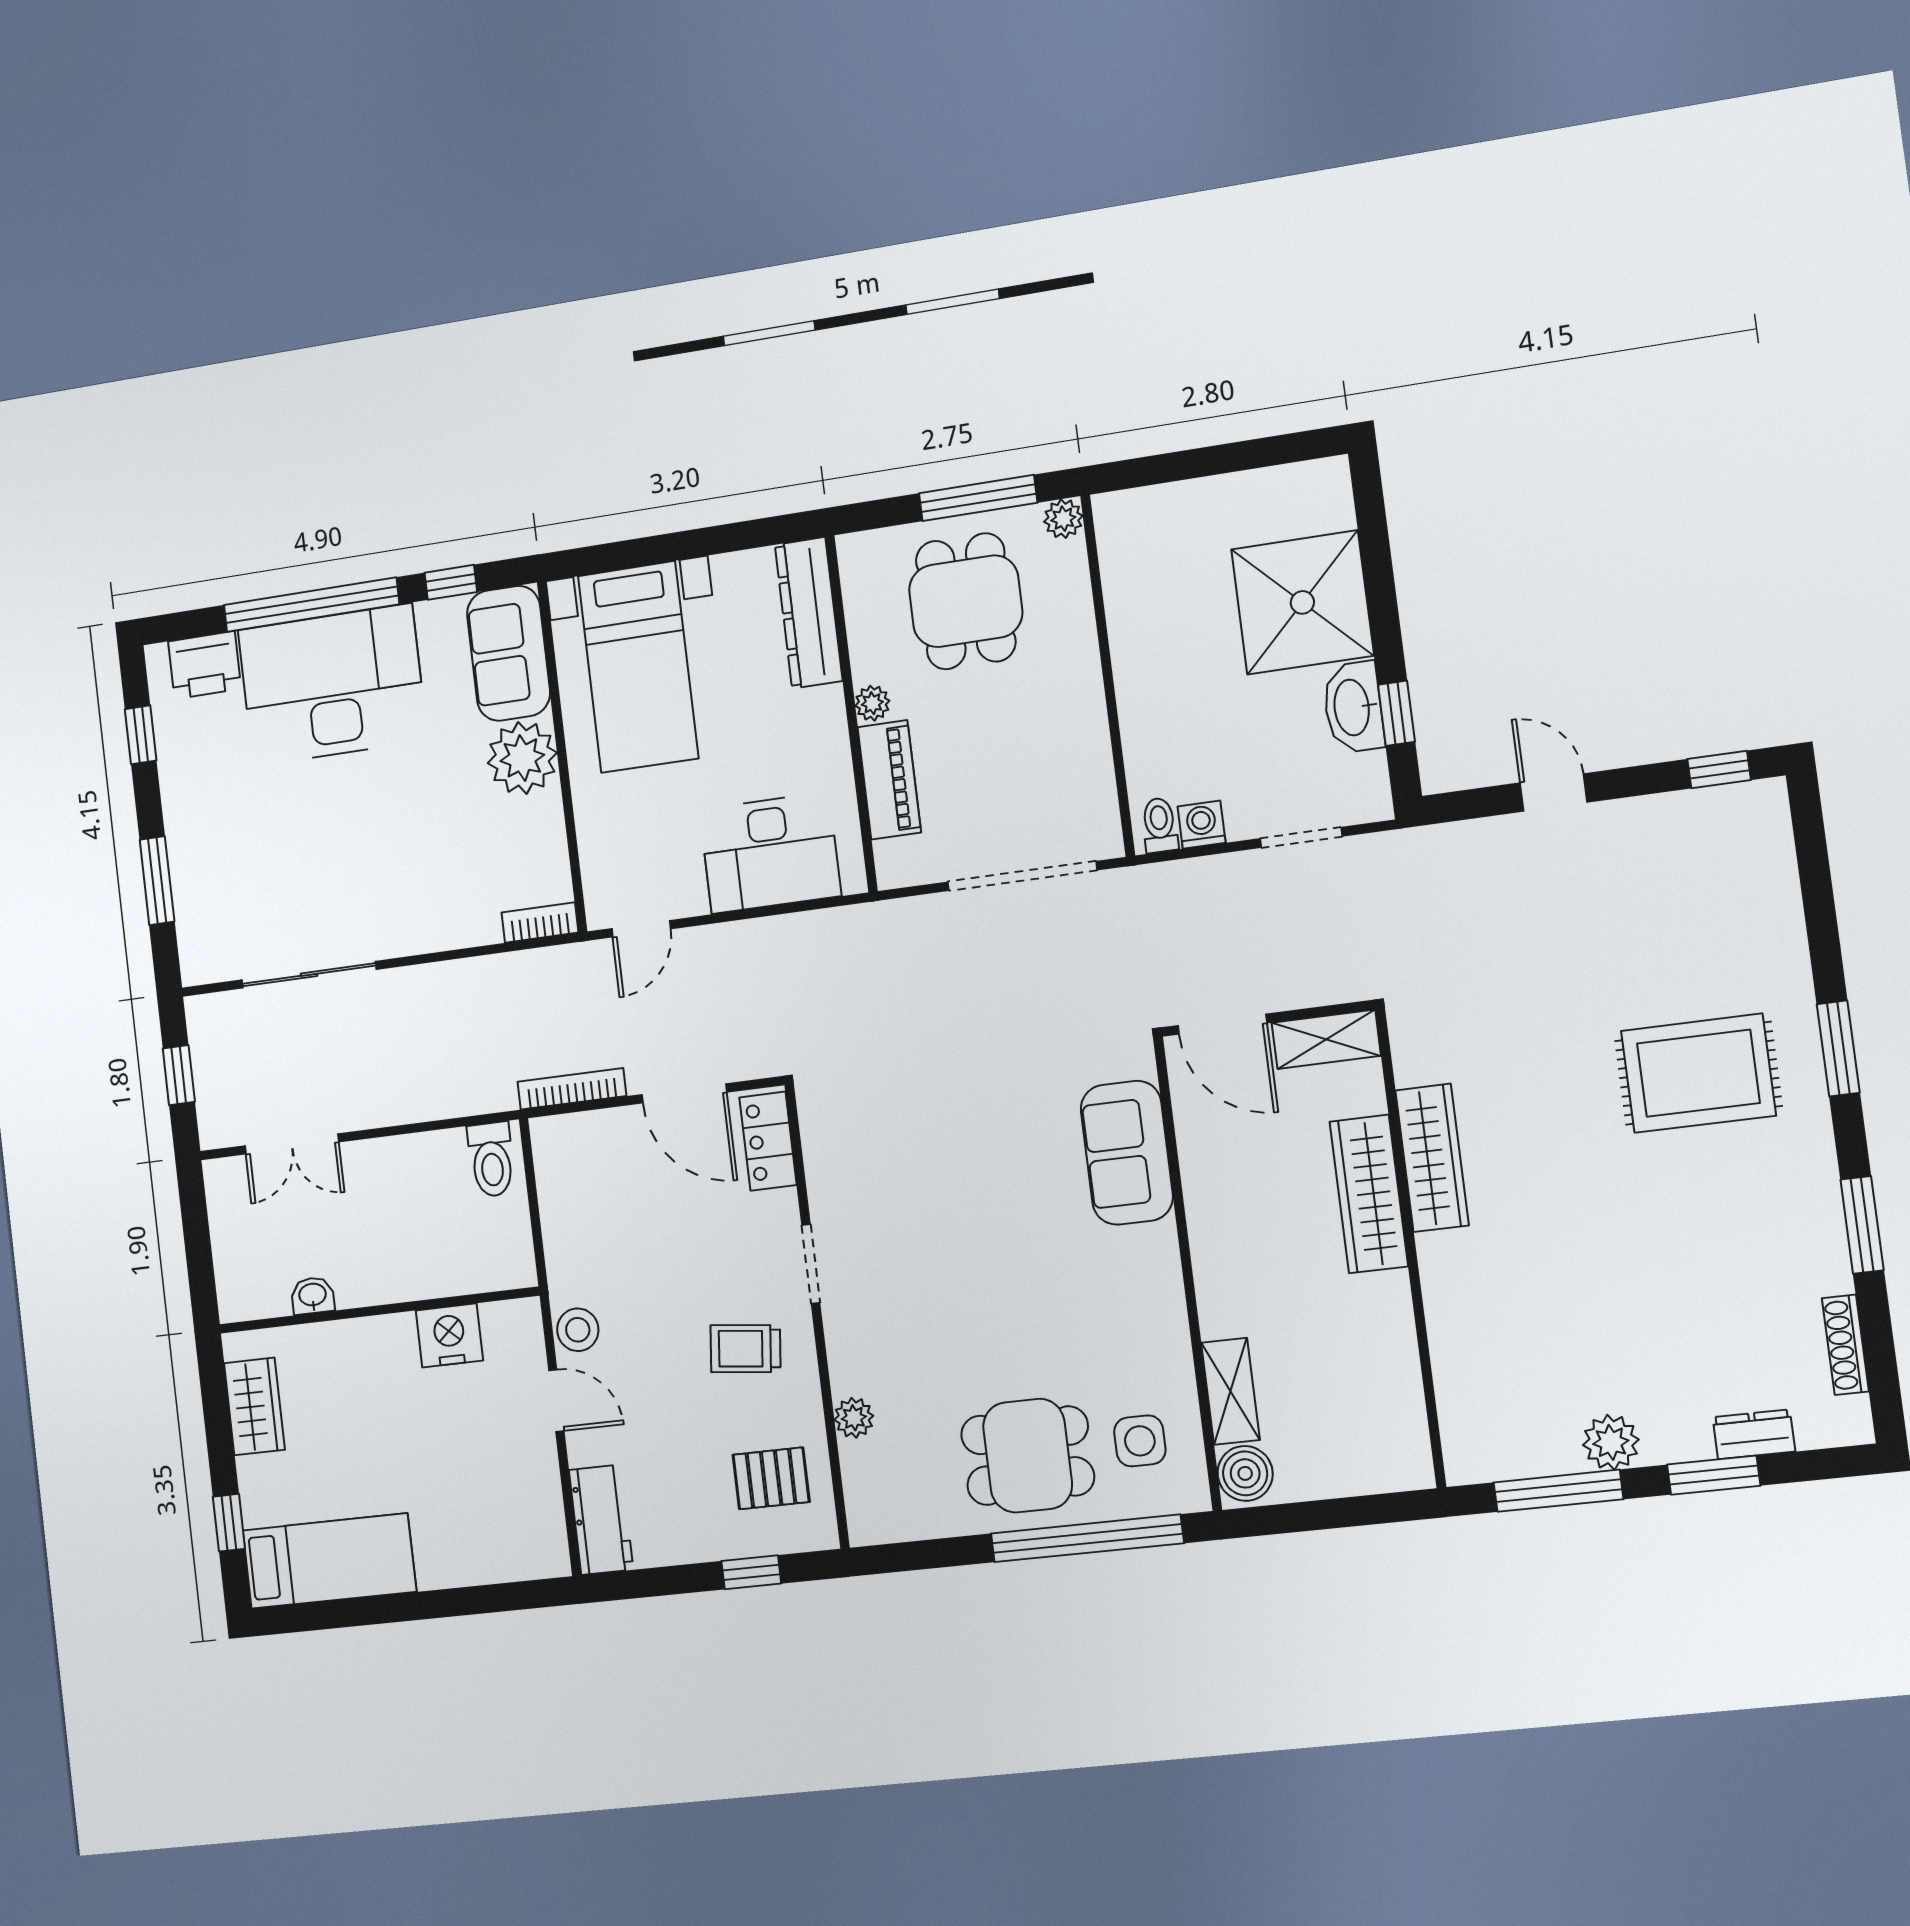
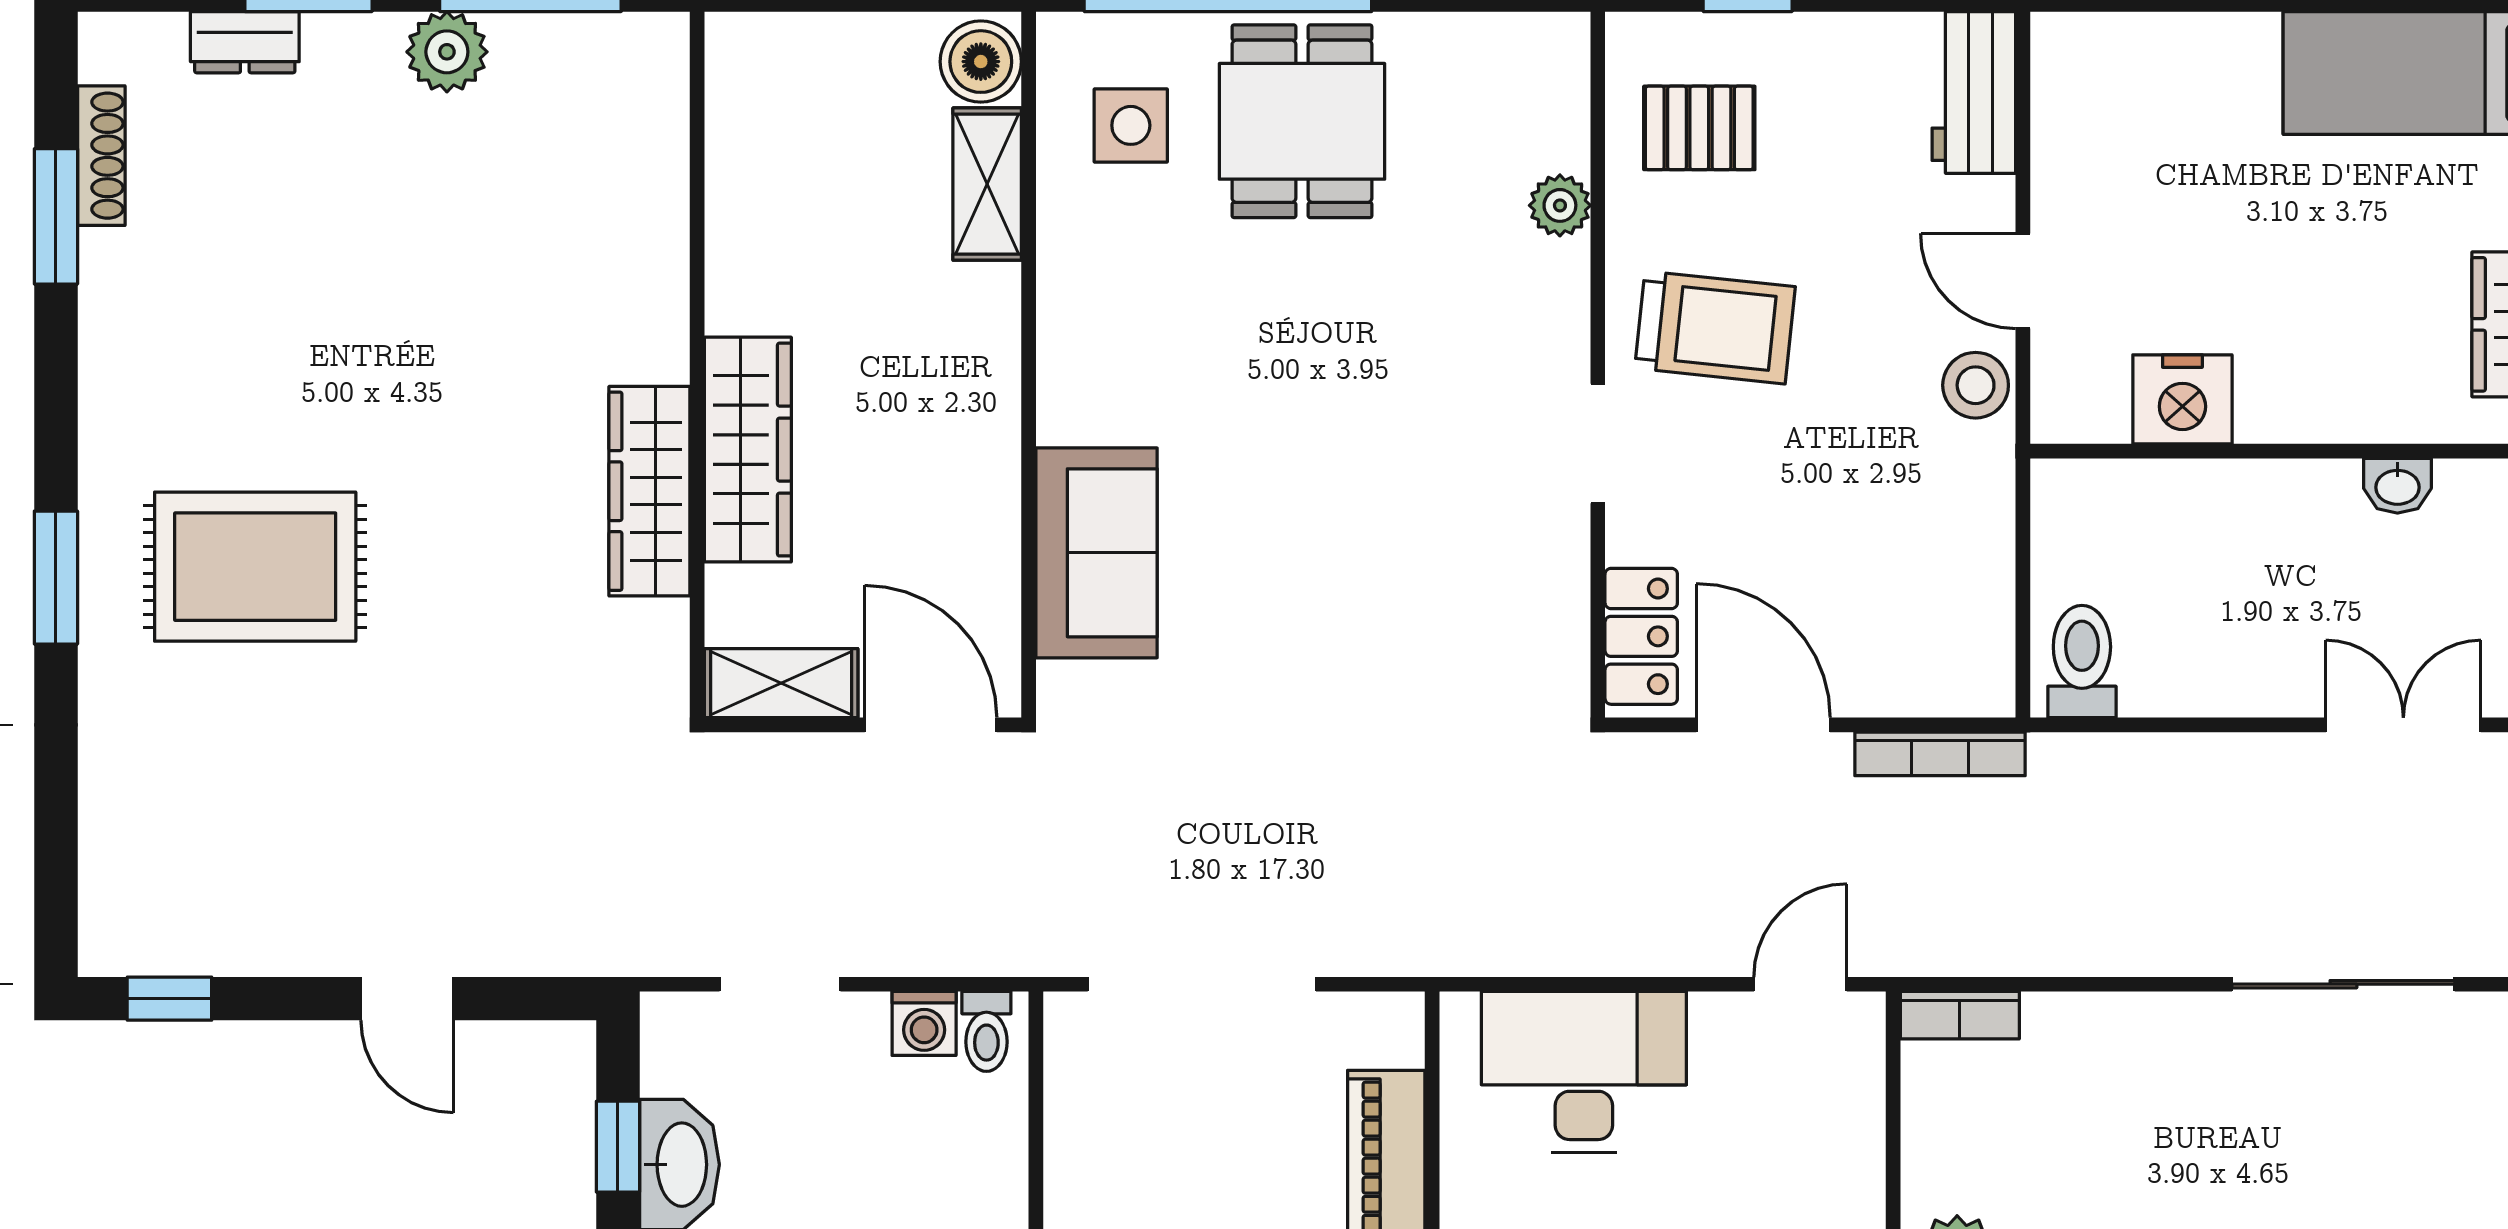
window: (1862, 1225) -> (56, 216), moved
trolley: (745, 1349) -> (1715, 327), width x1.36, depth x1.39
dining table: (1028, 1456) -> (1302, 121), turned 90

